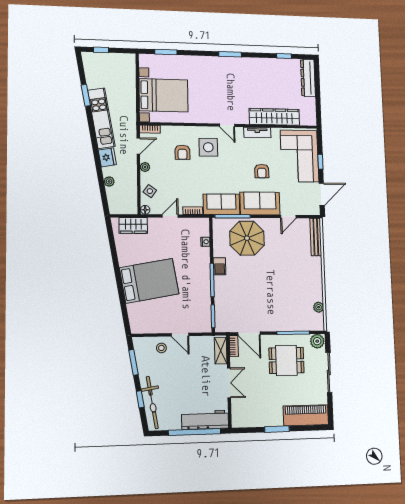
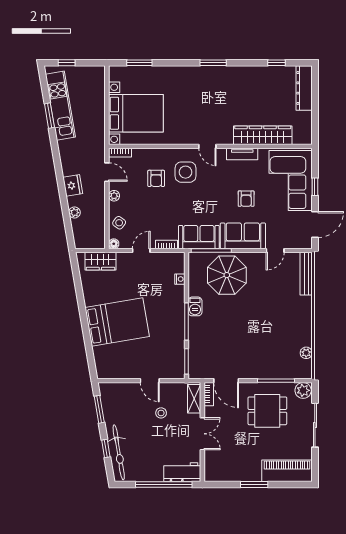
kitchen unit: (101, 118) -> (60, 106), moved
door: (138, 146) -> (107, 172), hinge flipped
stool: (161, 348) -> (161, 413), moved
workbench: (205, 420) -> (182, 472), width x0.73

